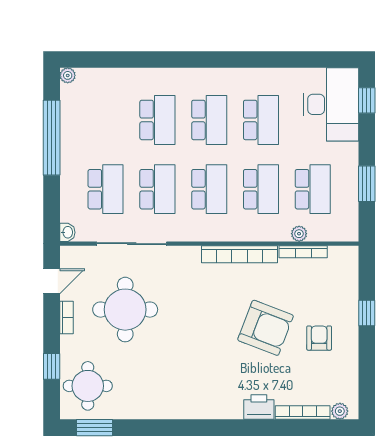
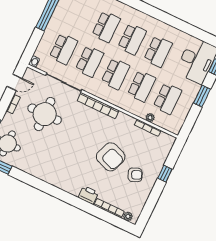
window: (367, 184) -> (202, 96), moved
bookcase: (240, 254) -> (98, 106), moved
armchair: (319, 338) -> (135, 175), turned 67

